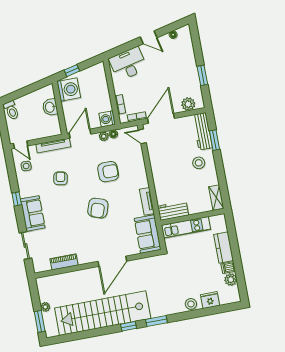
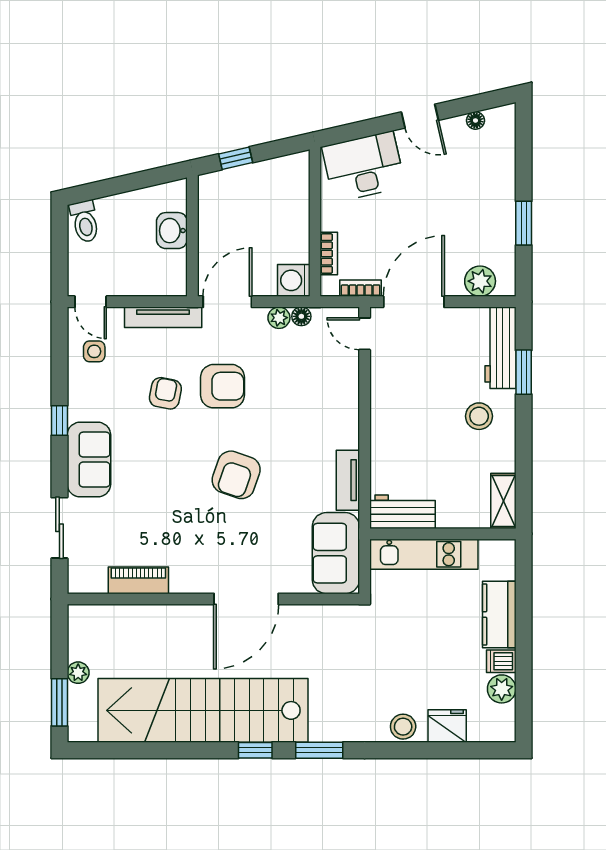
washing machine: (69, 90) -> (221, 199), removed
armchair: (108, 172) -> (223, 386), moved

